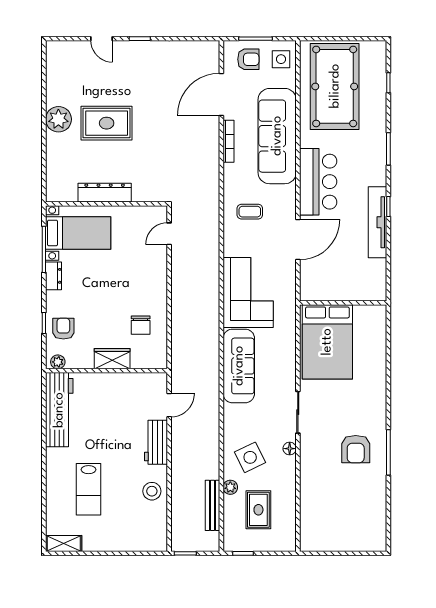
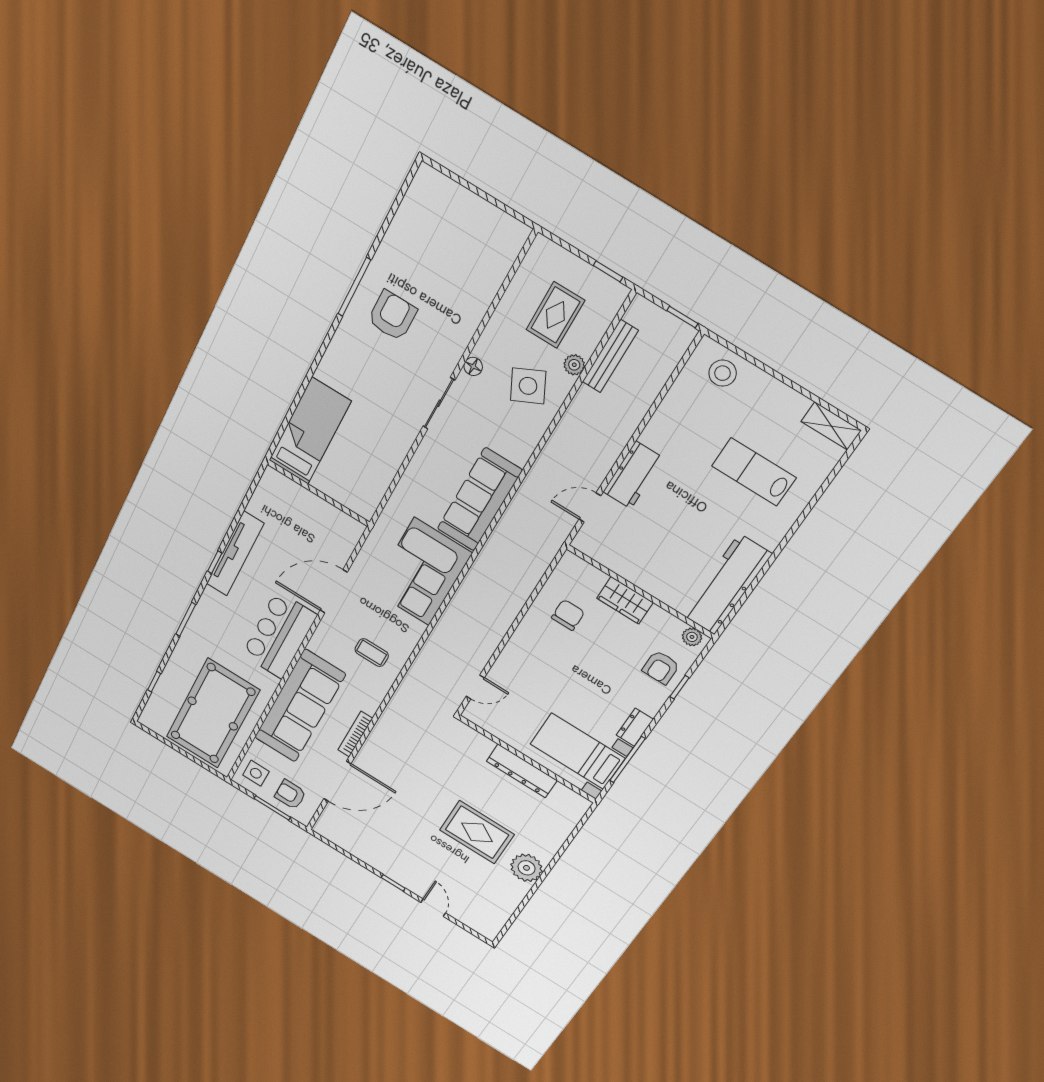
bed: (327, 342) -> (310, 431), moved, width x0.67
lab bench: (88, 489) -> (754, 472), turned -90
stool: (152, 491) -> (723, 373), moved

